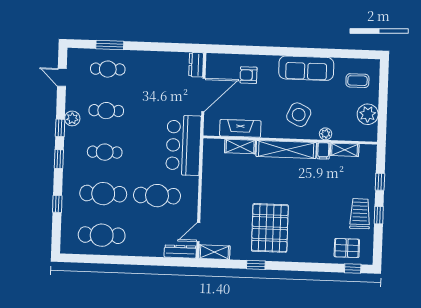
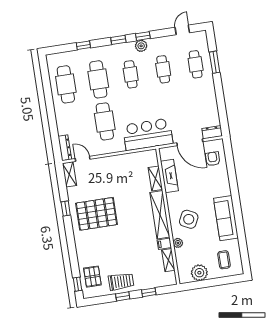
armchair: (249, 75) -> (213, 159), moved
plant: (72, 118) -> (141, 46), moved

